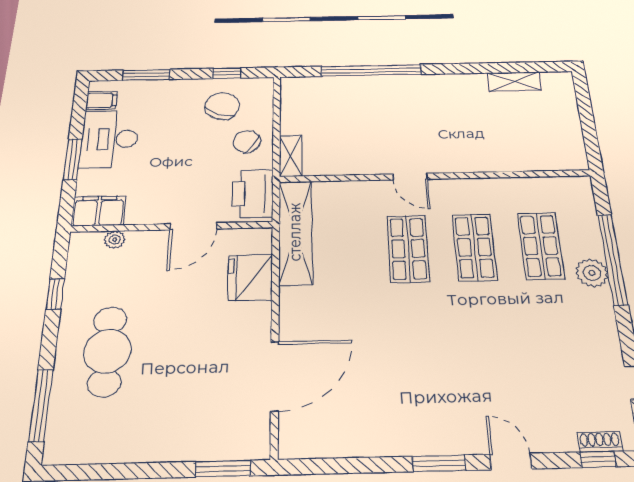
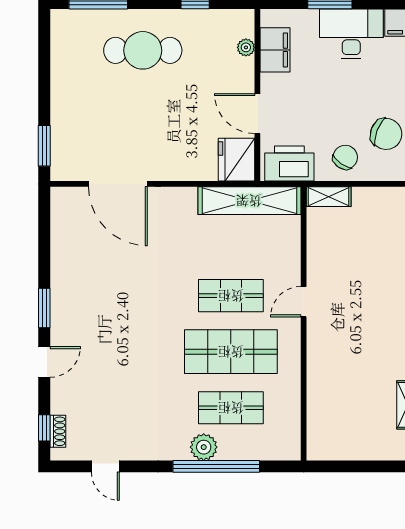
filing cabinet: (99, 211) -> (275, 50), moved
shop shelf: (474, 247) -> (231, 352), width x1.43, depth x1.36
fridge: (250, 278) -> (236, 160), moved, turned -90

